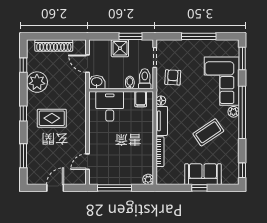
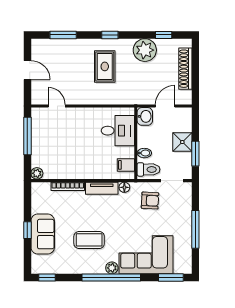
coffee table: (208, 132) -> (89, 240), turned -56

